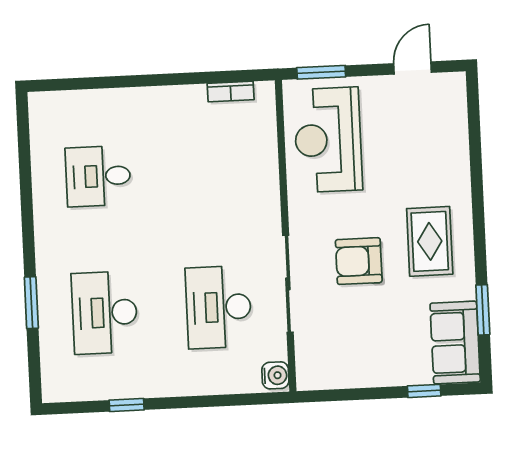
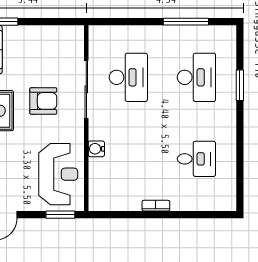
bookcase: (231, 92) -> (156, 206), moved
water cooler: (275, 375) -> (96, 149), moved
window: (127, 405) -> (186, 22), width x2.17

